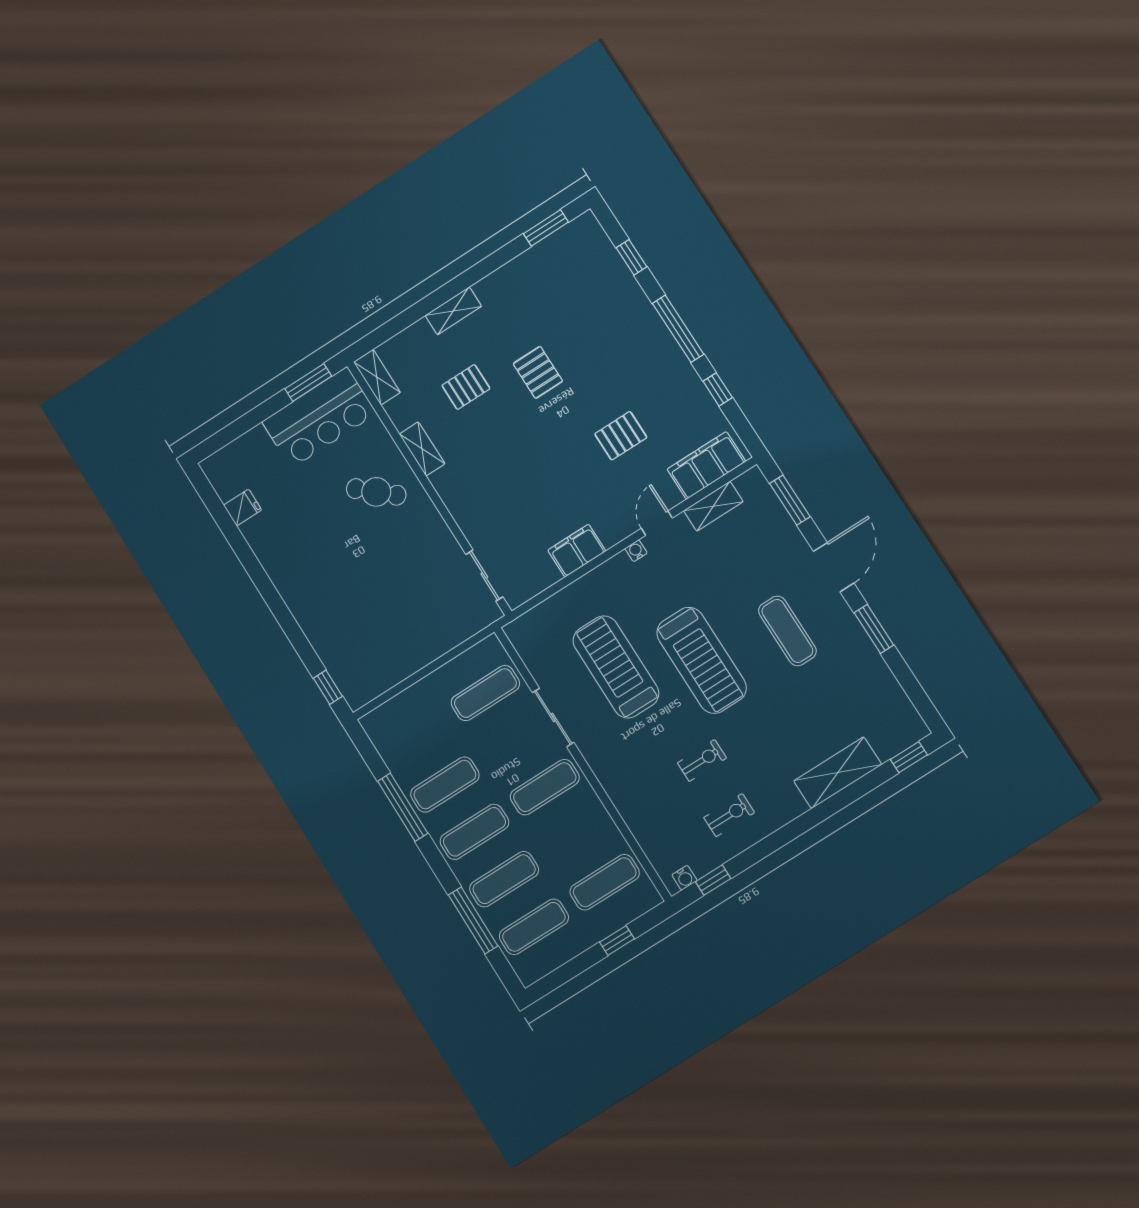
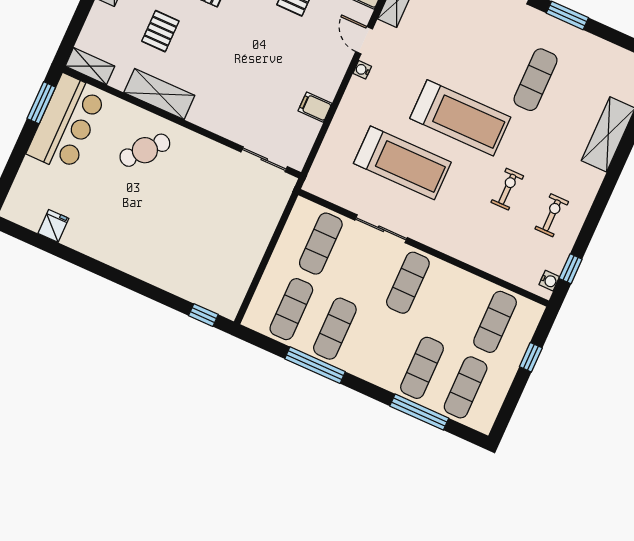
shelving: (422, 449) -> (159, 94), width x1.50, depth x1.33
filing cabinet: (577, 551) -> (315, 107), width x0.50
exercise mat: (787, 631) -> (535, 80), moved, turned 90
treadmill: (616, 667) -> (402, 163), turned 180
exercise mat: (474, 832) -> (291, 309), moved

